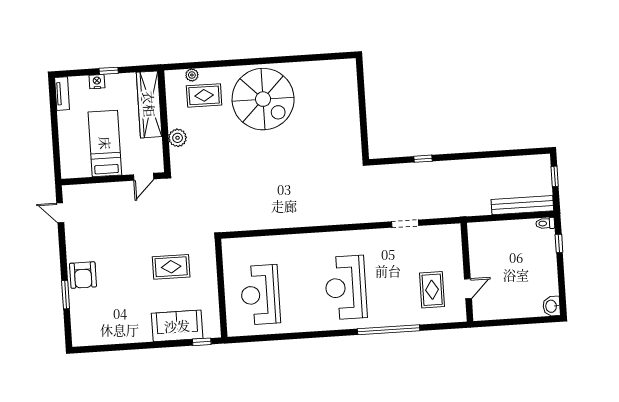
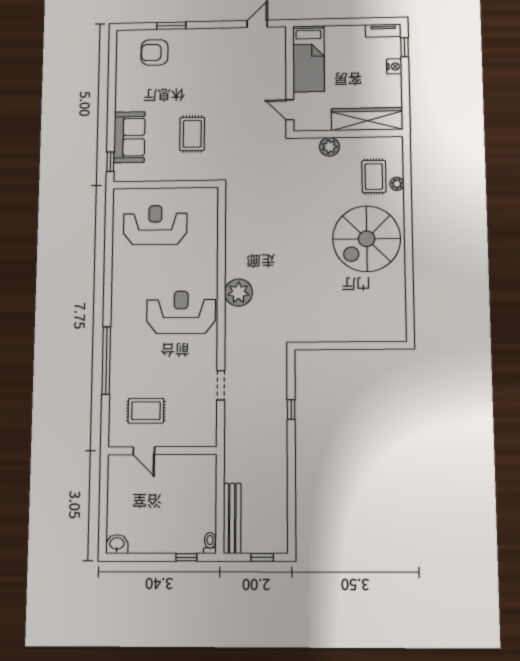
window: (109, 71) -> (405, 47), moved
plant: (192, 75) -> (397, 184), moved
bed: (105, 143) -> (309, 59), moved, turned 90
plant: (319, 213) -> (239, 293), added
armchair: (83, 275) -> (154, 52), moved
reception desk: (346, 288) -> (181, 312), moved

